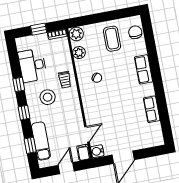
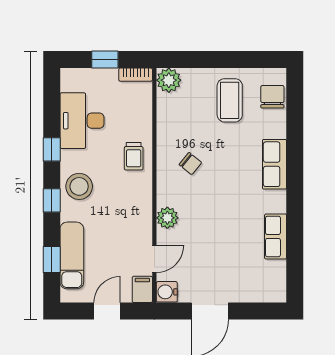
plant: (79, 53) -> (167, 218), moved
stool: (48, 97) -> (79, 186), moved

